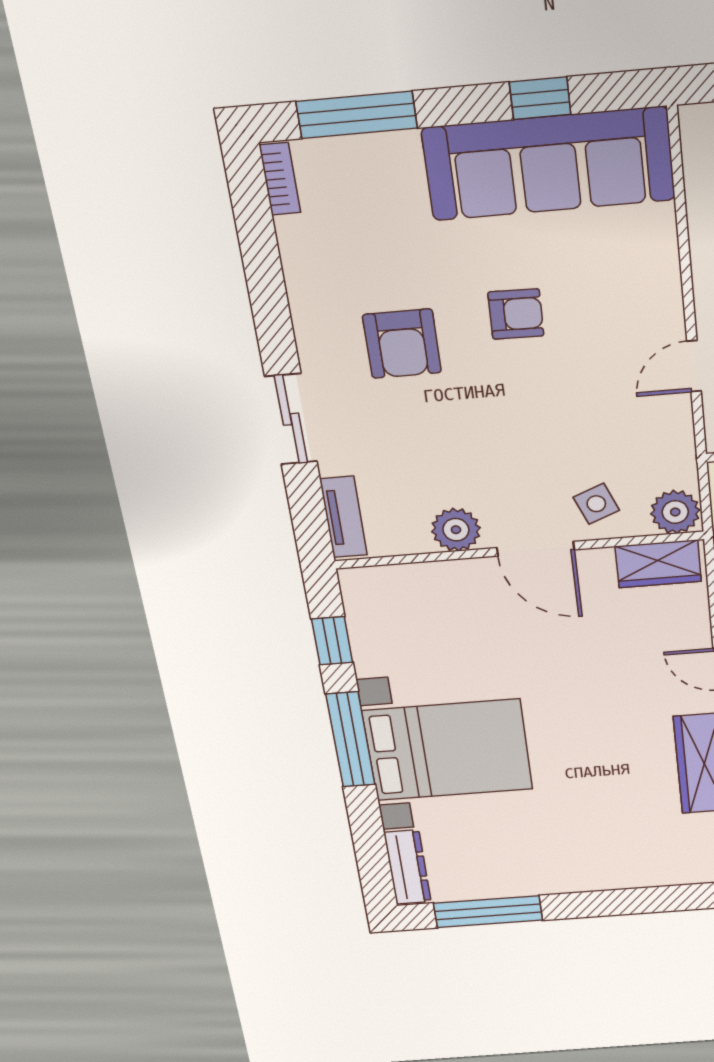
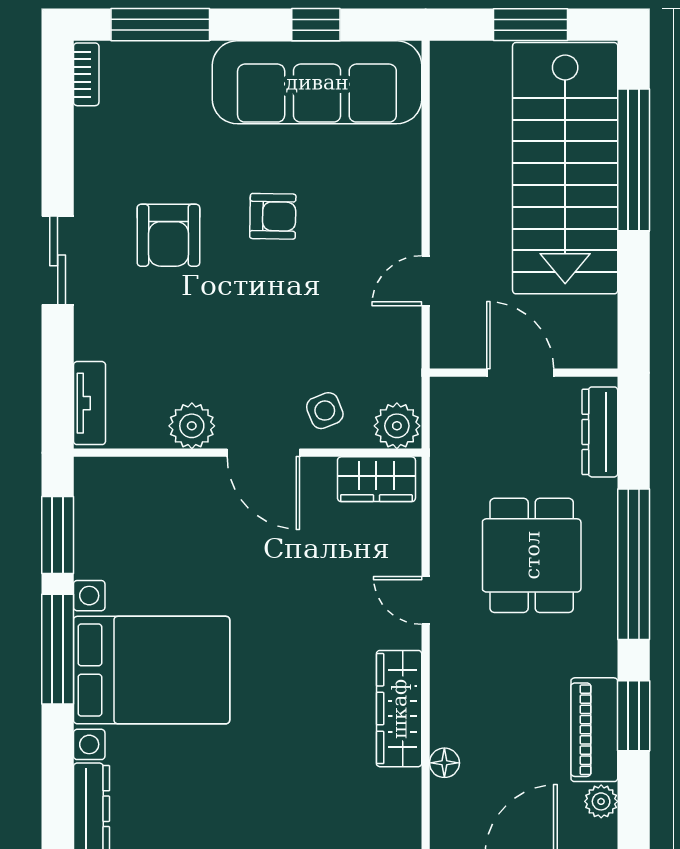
sliding door: (291, 419) -> (58, 260), moved
window: (332, 641) -> (58, 535), width x1.50

